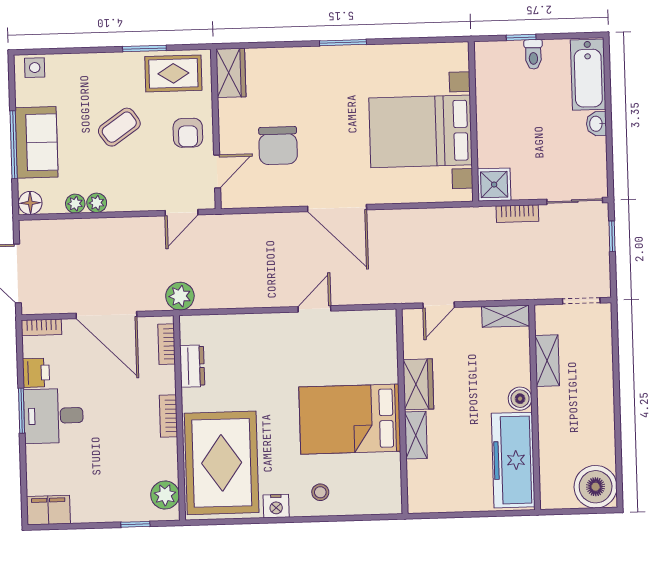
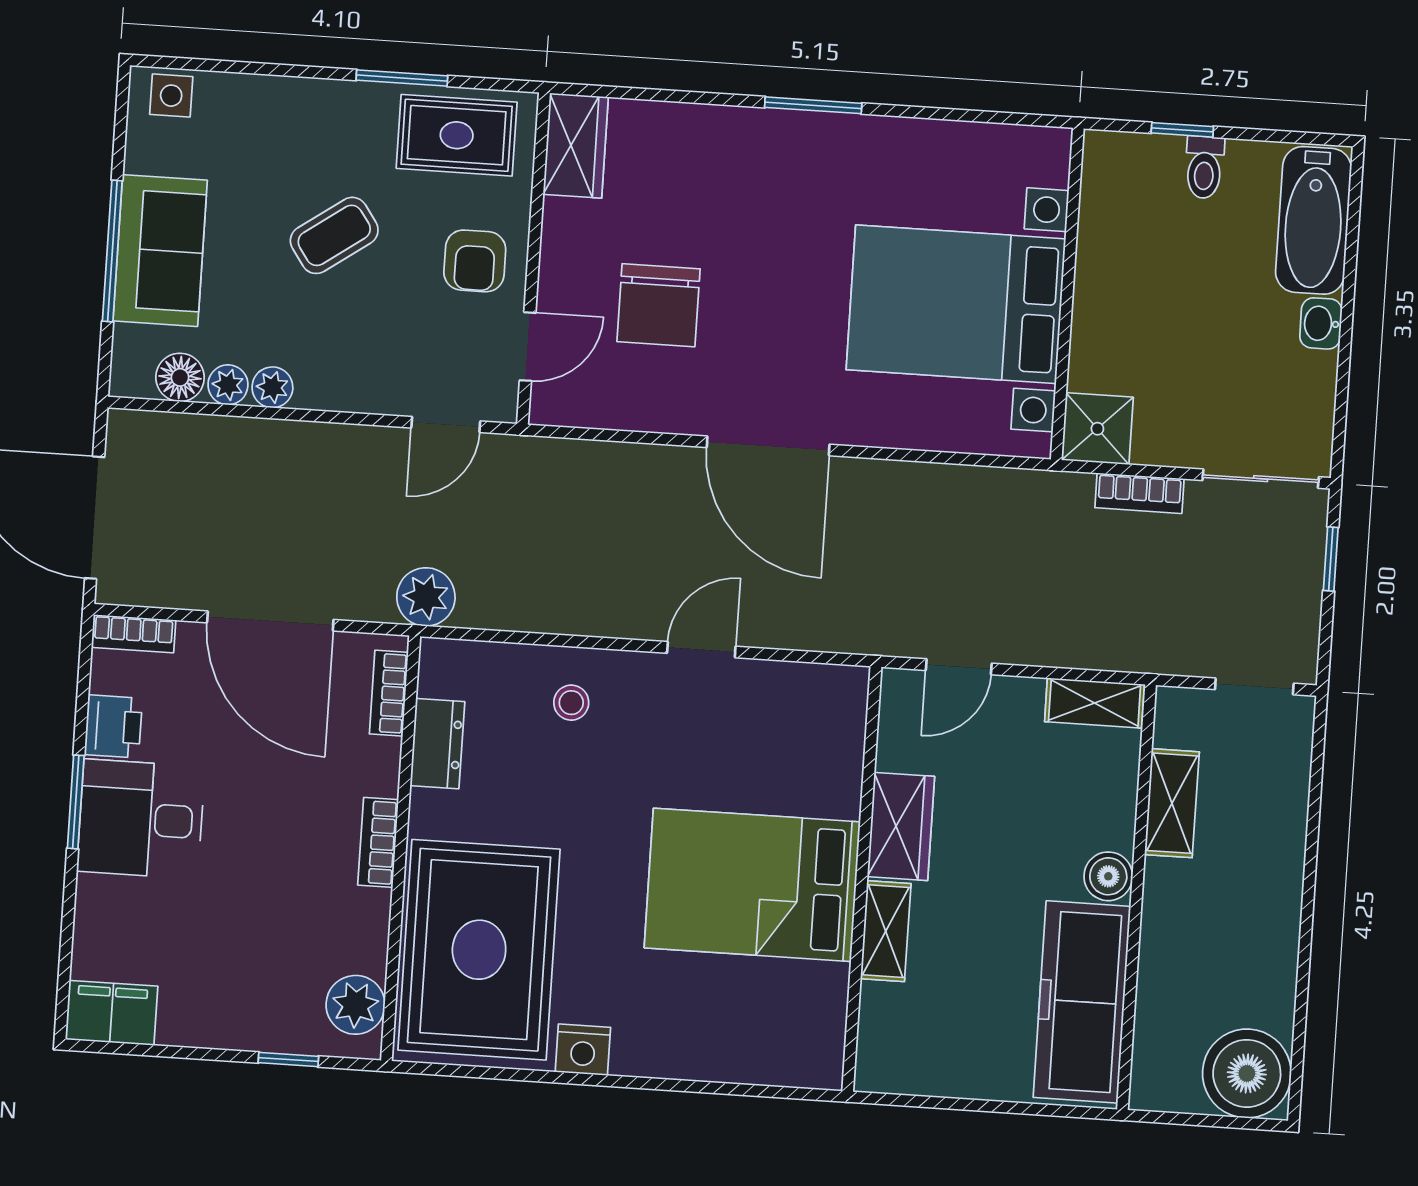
floor lamp: (30, 203) -> (180, 377), moved
stool: (320, 492) -> (571, 703), moved

